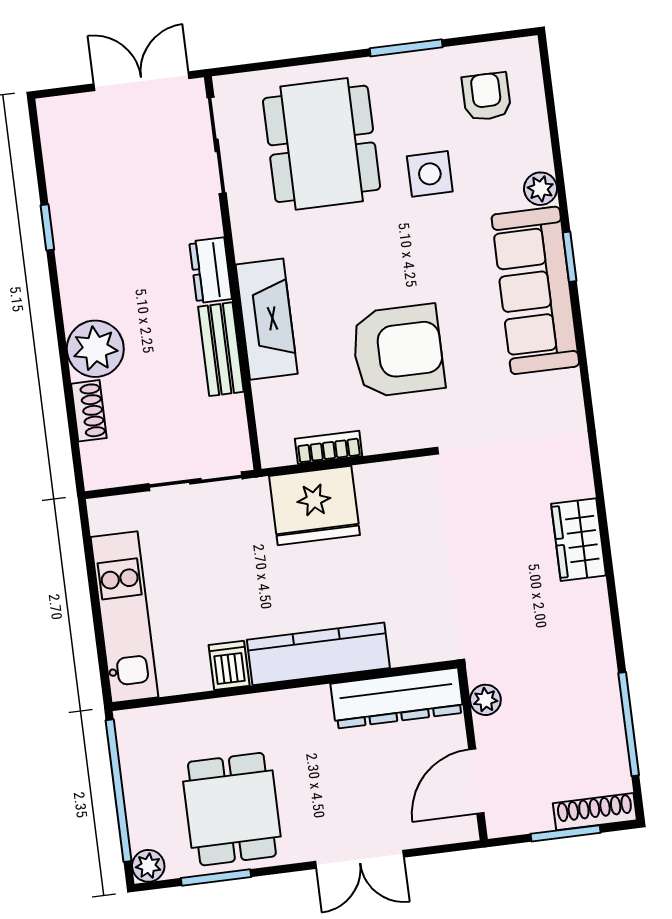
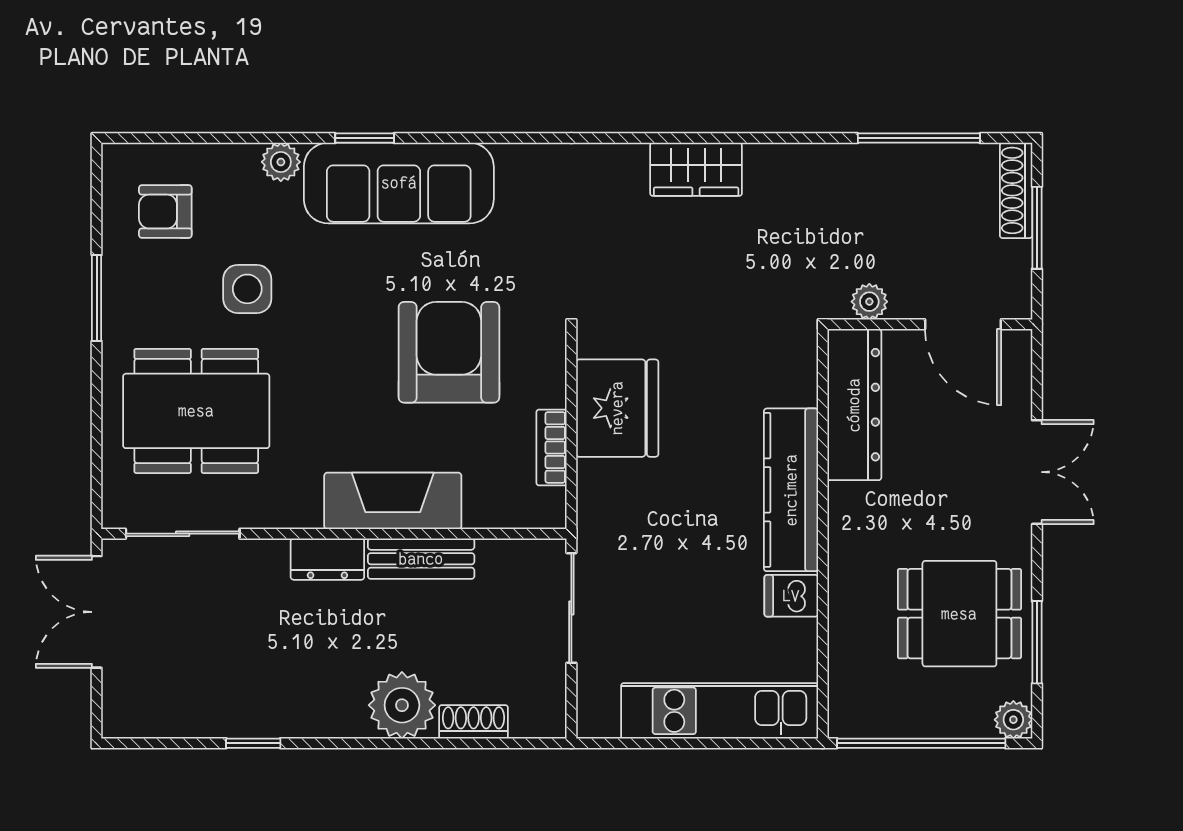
fridge: (315, 505) -> (617, 408), moved

